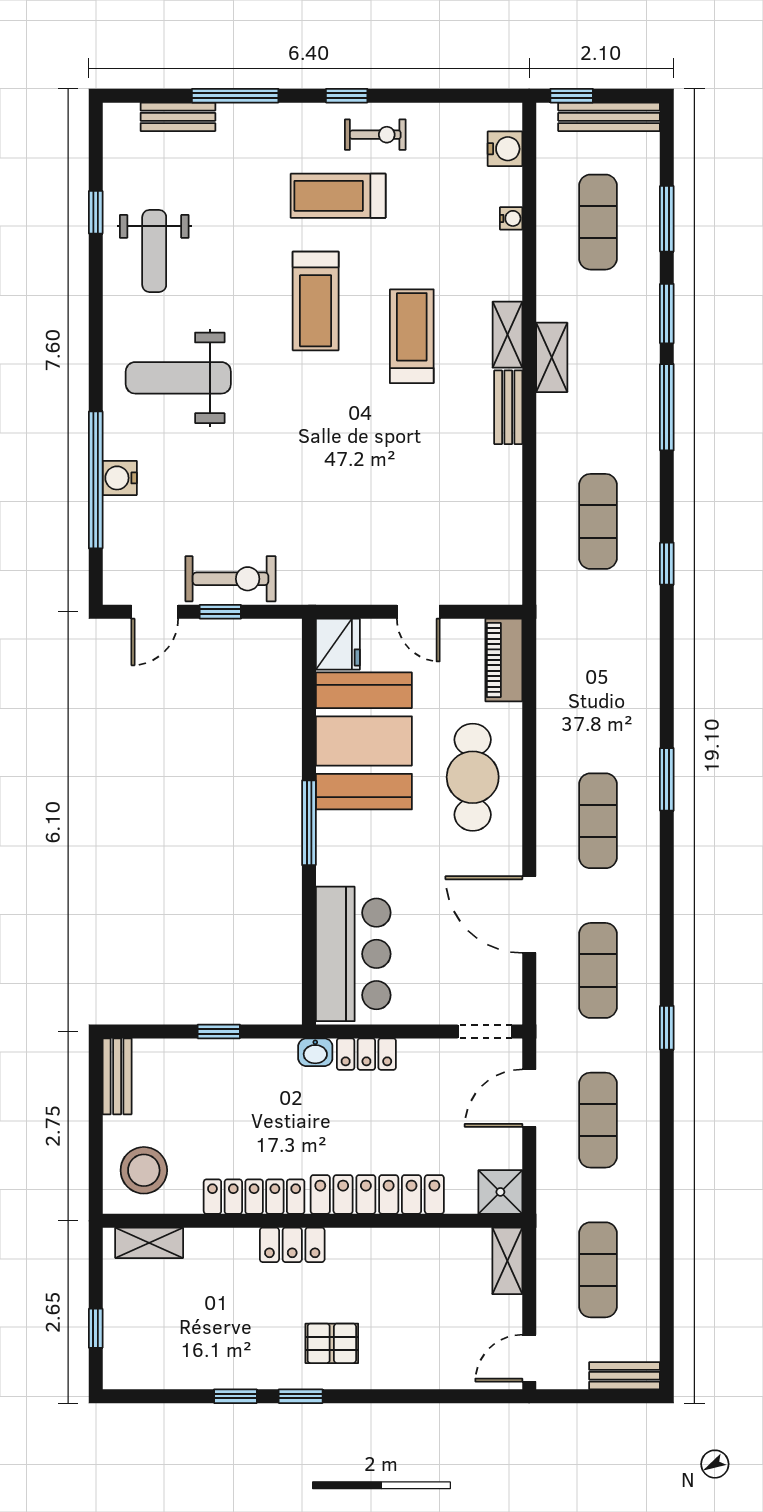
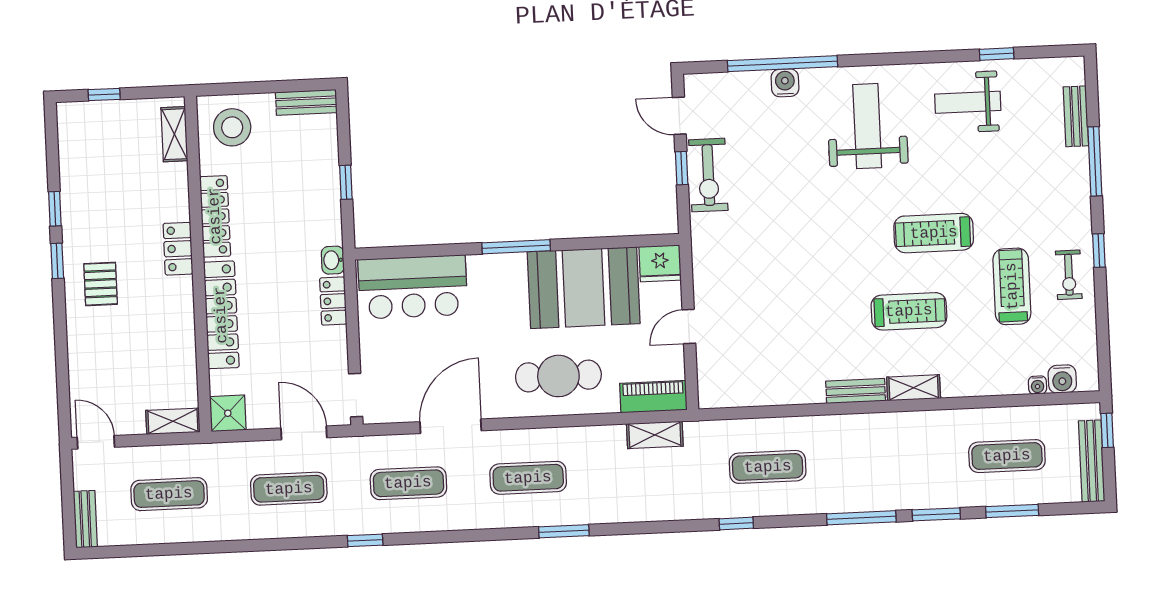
treadmill: (338, 196) -> (1012, 286), moved
water cooler: (511, 218) -> (1037, 385), moved
shelving: (552, 357) -> (655, 435), moved

